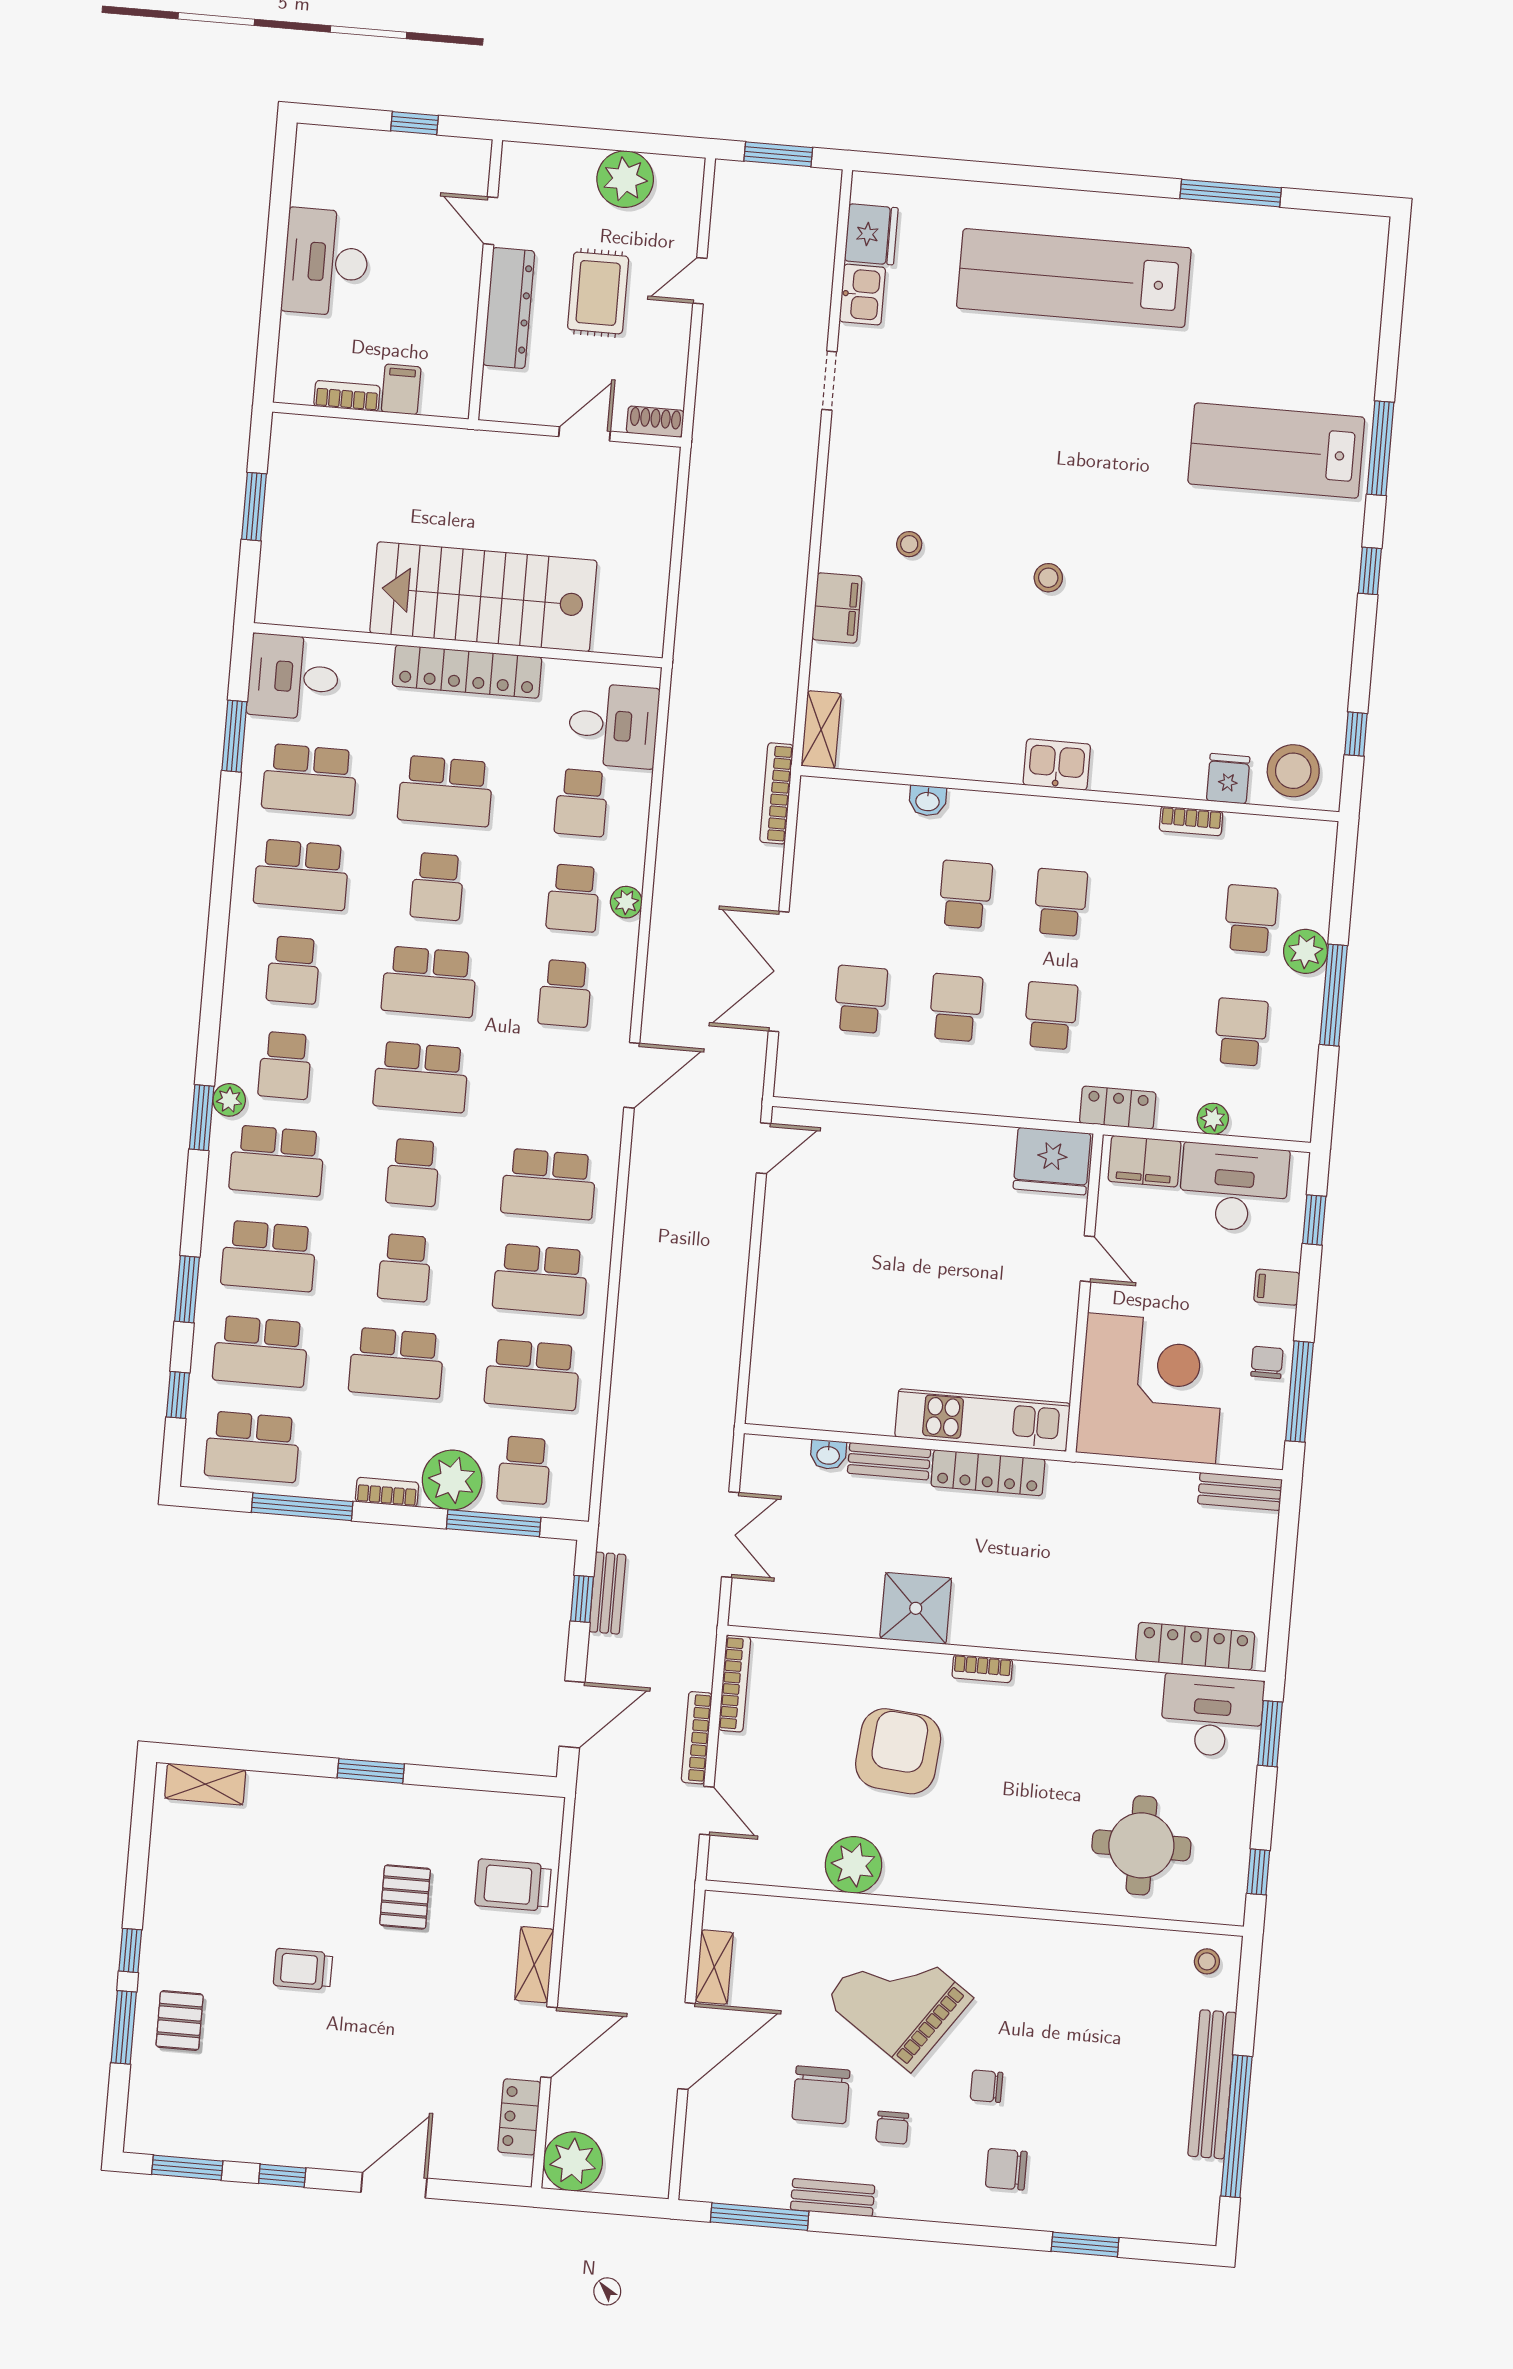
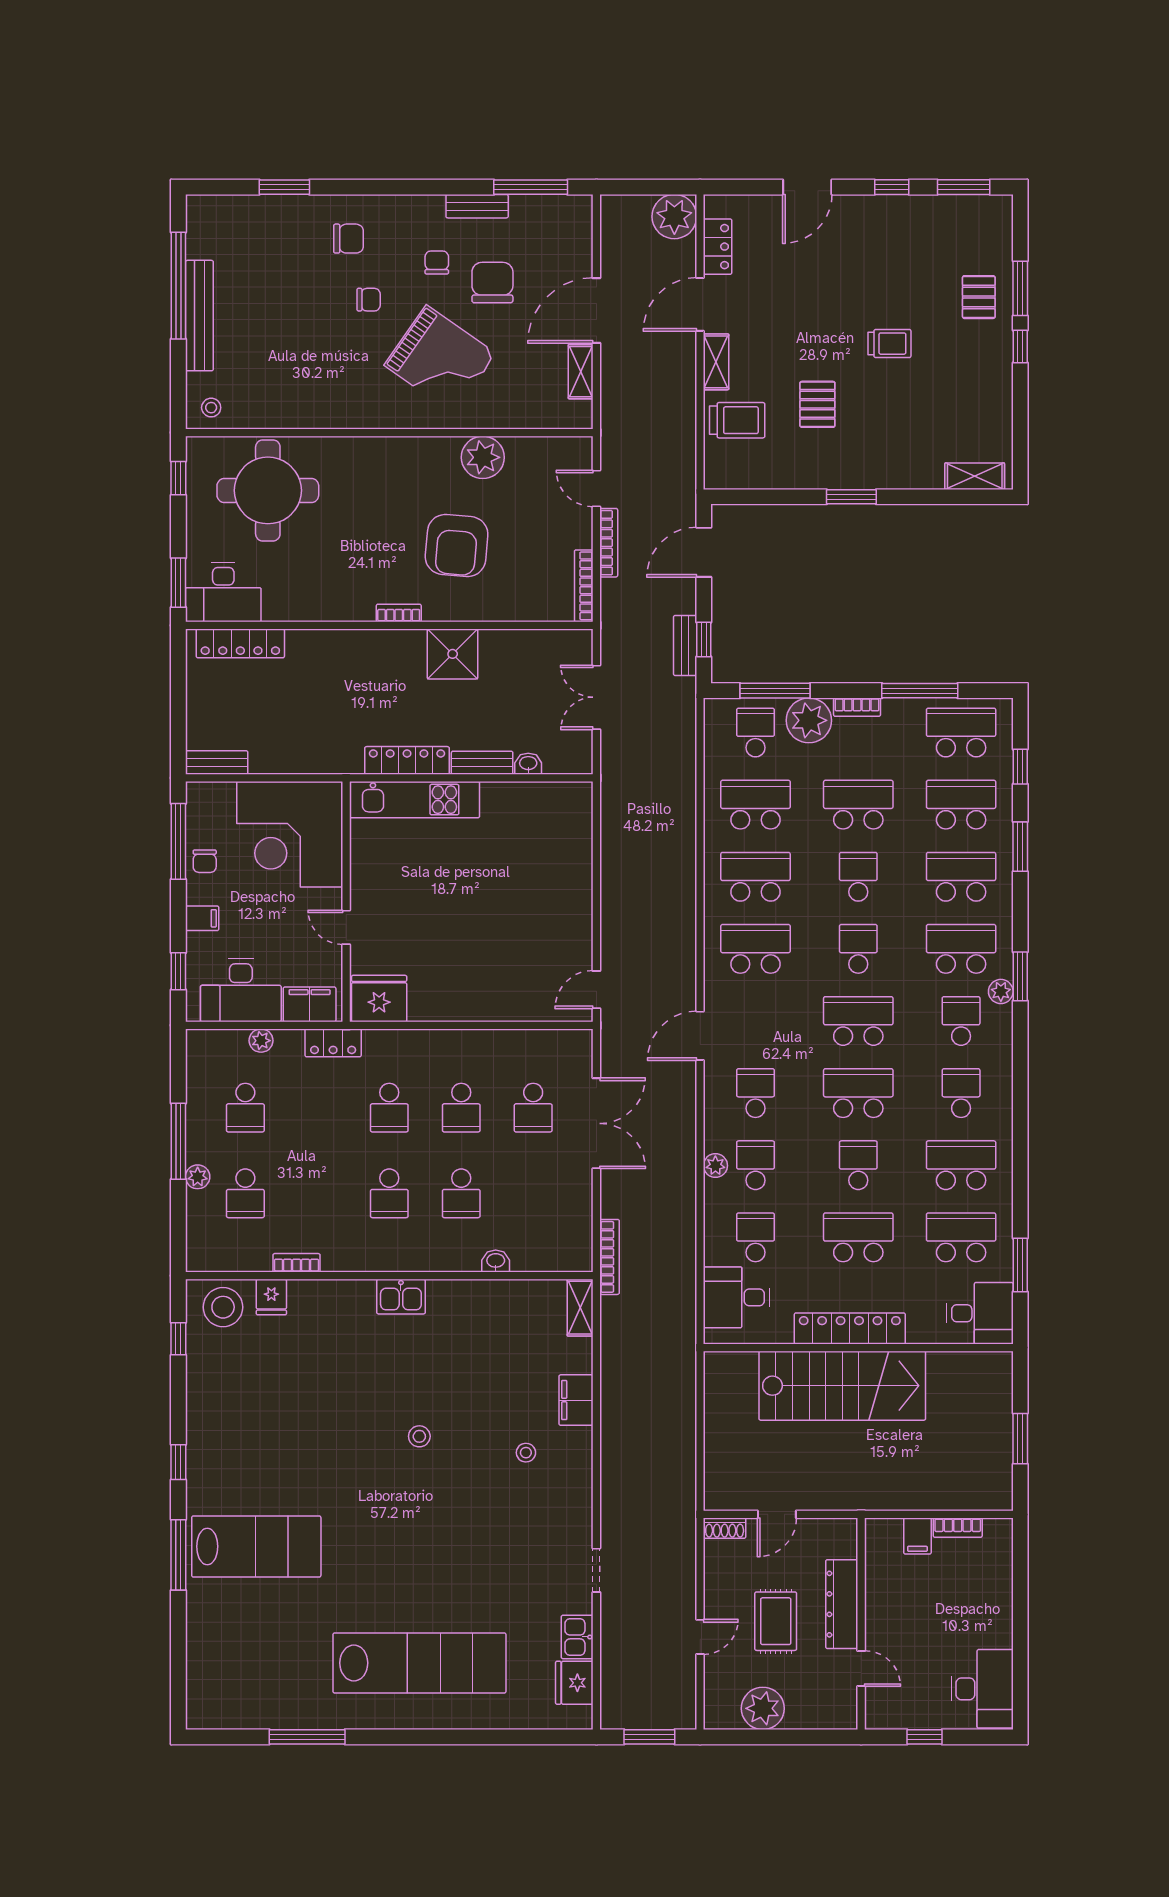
desk: (326, 262) -> (982, 1689), moved
plant: (1306, 951) -> (198, 1177), width x0.73, depth x0.73
round table: (1141, 1845) -> (268, 490), width x1.36, depth x1.36

